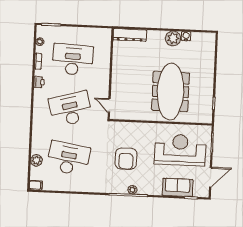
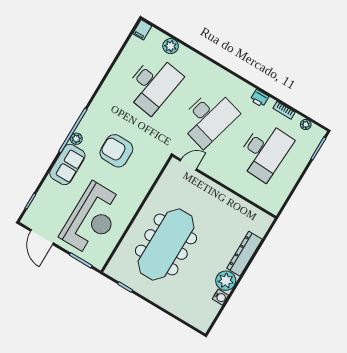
dresser: (130, 35) -> (244, 254), moved
meeting table: (171, 91) -> (166, 245), turned 90
desk: (70, 109) -> (209, 118), turned 30
sofa: (178, 187) -> (67, 164), moved

